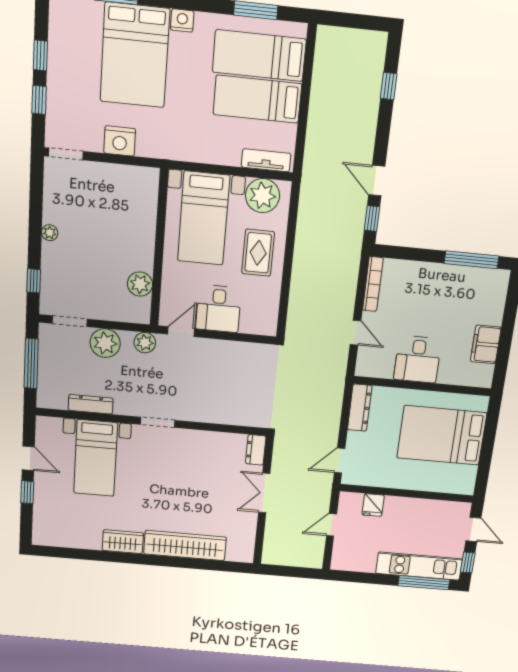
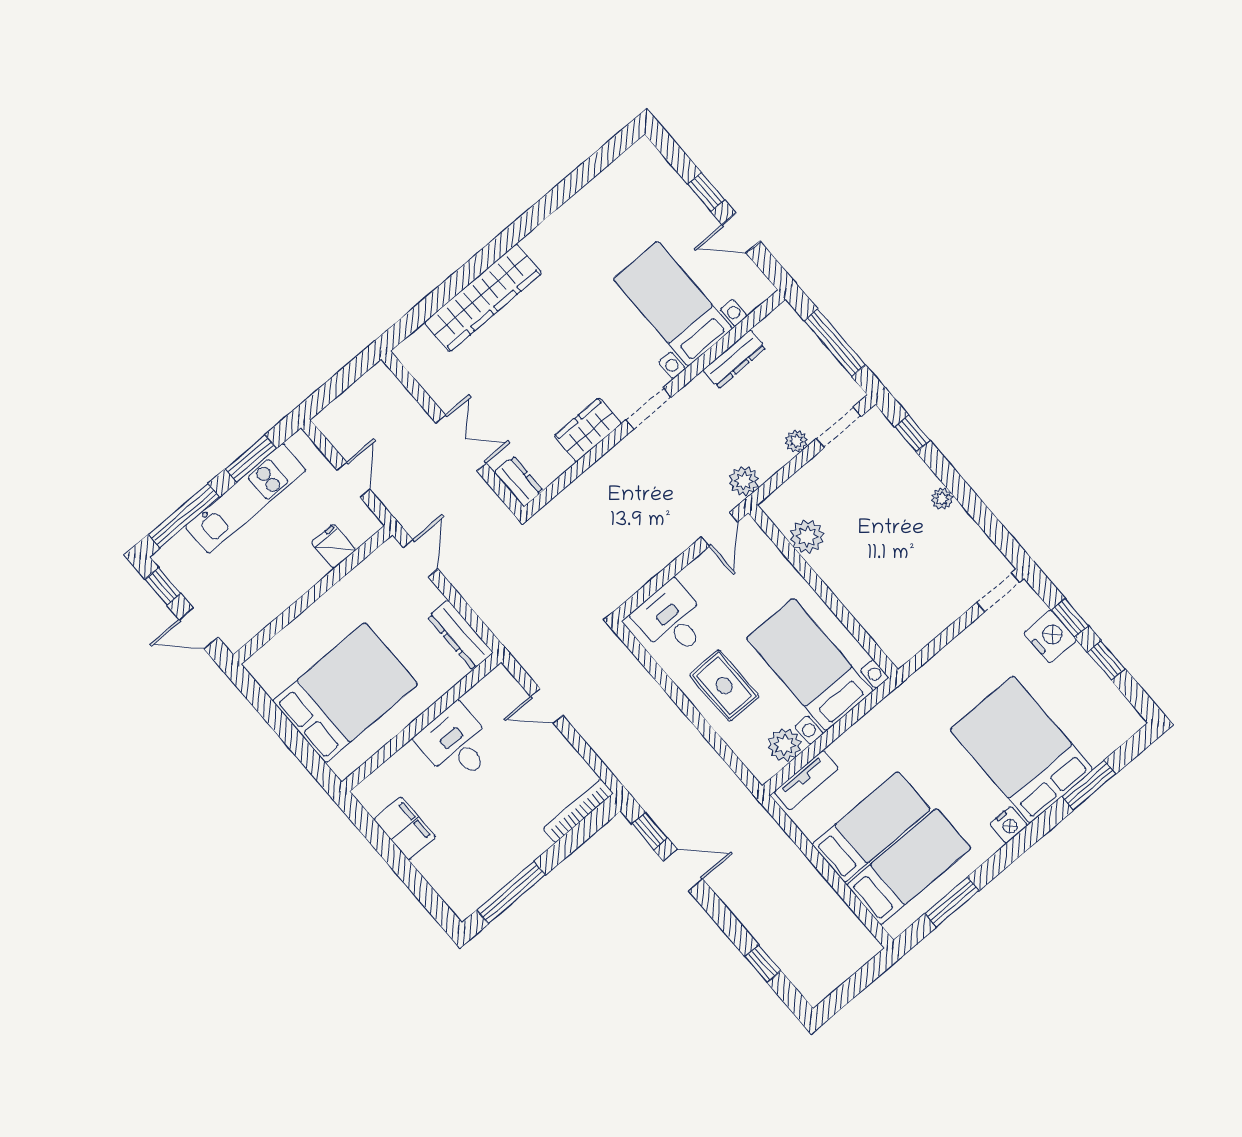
nightstand: (120, 141) -> (1050, 636), moved, turned 90
plant: (263, 196) -> (785, 745), width x0.73, depth x0.73
bookcase: (373, 284) -> (578, 811), moved, turned 90
desk: (218, 309) -> (672, 620), moved
plant: (105, 343) -> (796, 441), width x0.53, depth x0.53
wardrobe: (123, 542) -> (588, 430), moved, turned 180
kitchen unit: (419, 566) -> (246, 499), moved
window: (367, 578) -> (251, 458), added

